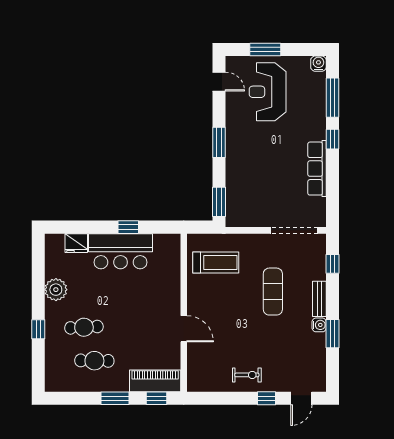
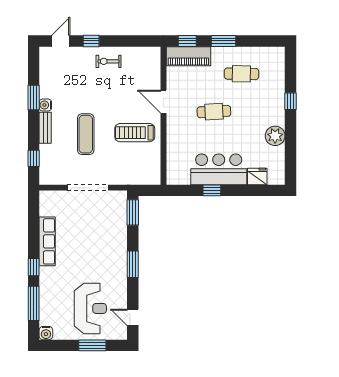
doorway: (294, 230) -> (88, 188), moved
treadmill: (216, 263) -> (135, 133), moved
cafe table: (84, 327) -> (214, 112), moved

